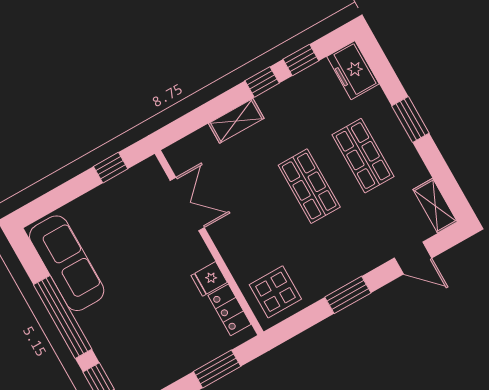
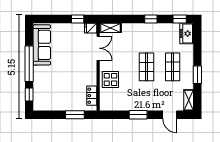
window: (301, 60) -> (180, 19), moved
window: (410, 120) -> (197, 75), moved
shelving: (236, 121) -> (110, 28), moved
fridge: (209, 279) -> (91, 28), moved
display table: (275, 292) -> (110, 79), moved

